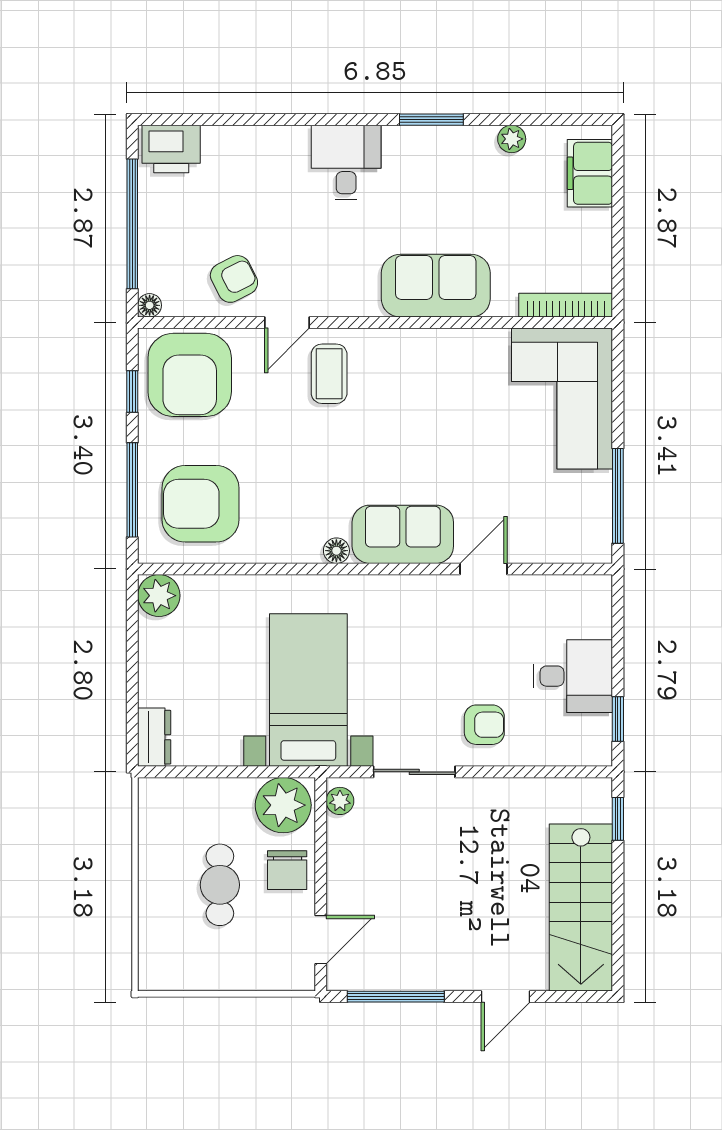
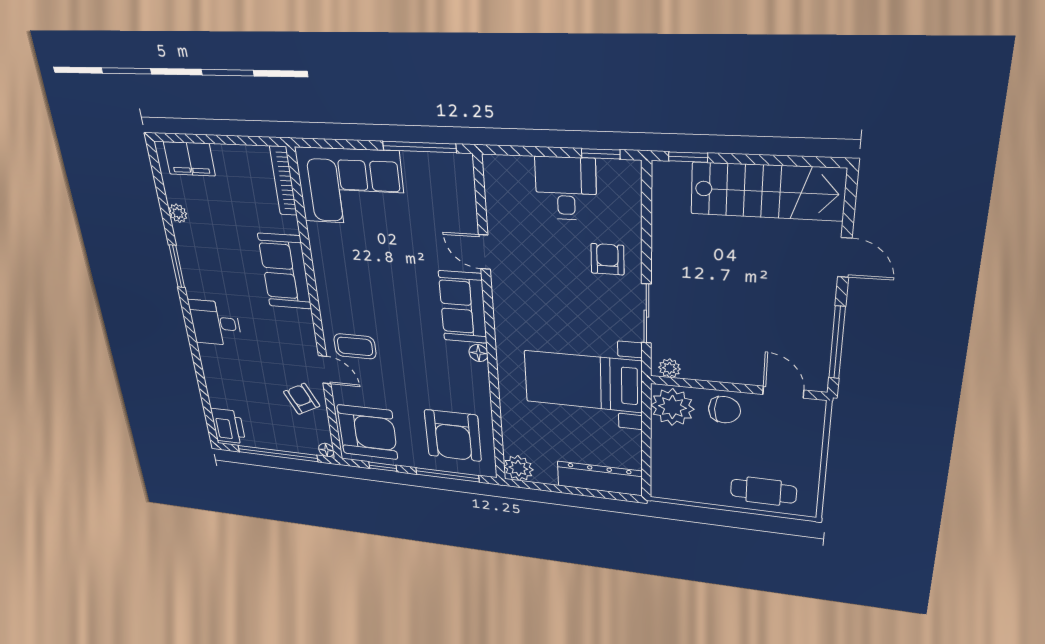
dresser: (154, 737) -> (600, 478), width x1.96, depth x1.24
cafe table: (220, 885) -> (763, 491), moved

